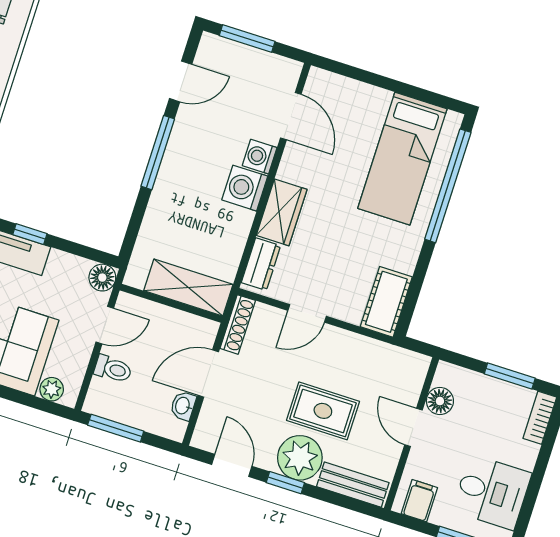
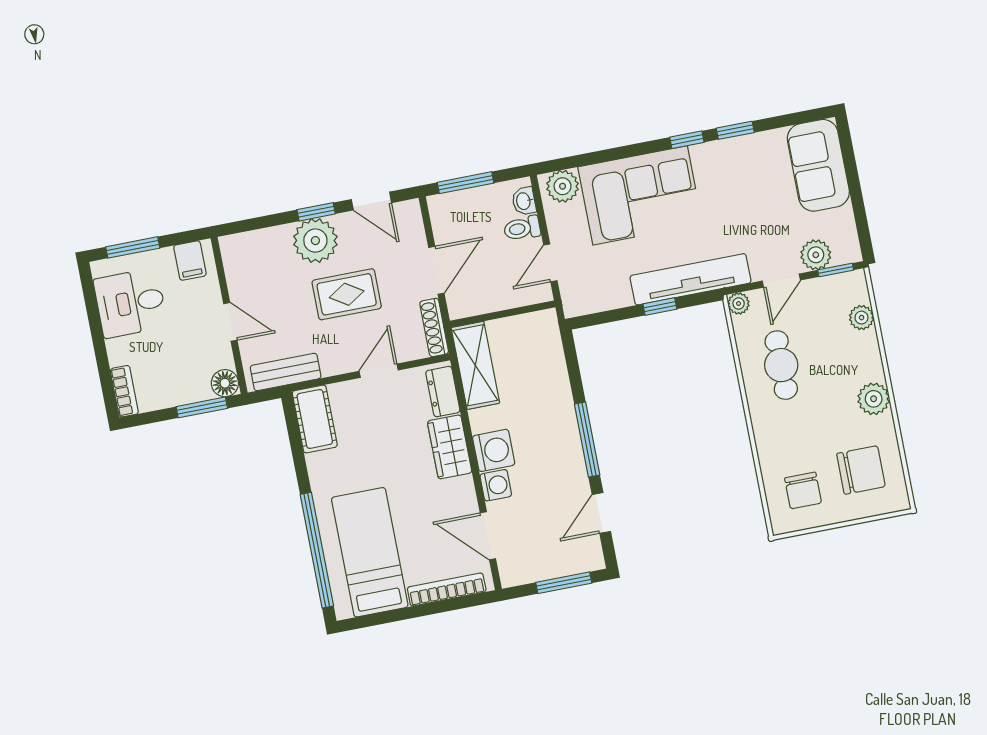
bookcase: (353, 89) -> (447, 589), added
floor lamp: (102, 278) -> (575, 303), removed
shelving: (188, 288) -> (475, 365), moved, turned 90
window: (510, 376) -> (202, 407), moved
plant: (52, 389) -> (563, 186), width x1.38, depth x1.38
floor lamp: (440, 401) -> (225, 383), moved
washbasin: (183, 406) -> (524, 201), moved, turned 180
rug: (323, 411) -> (347, 294), moved
window: (116, 428) -> (466, 183), moved
bench: (353, 485) -> (286, 372), moved

